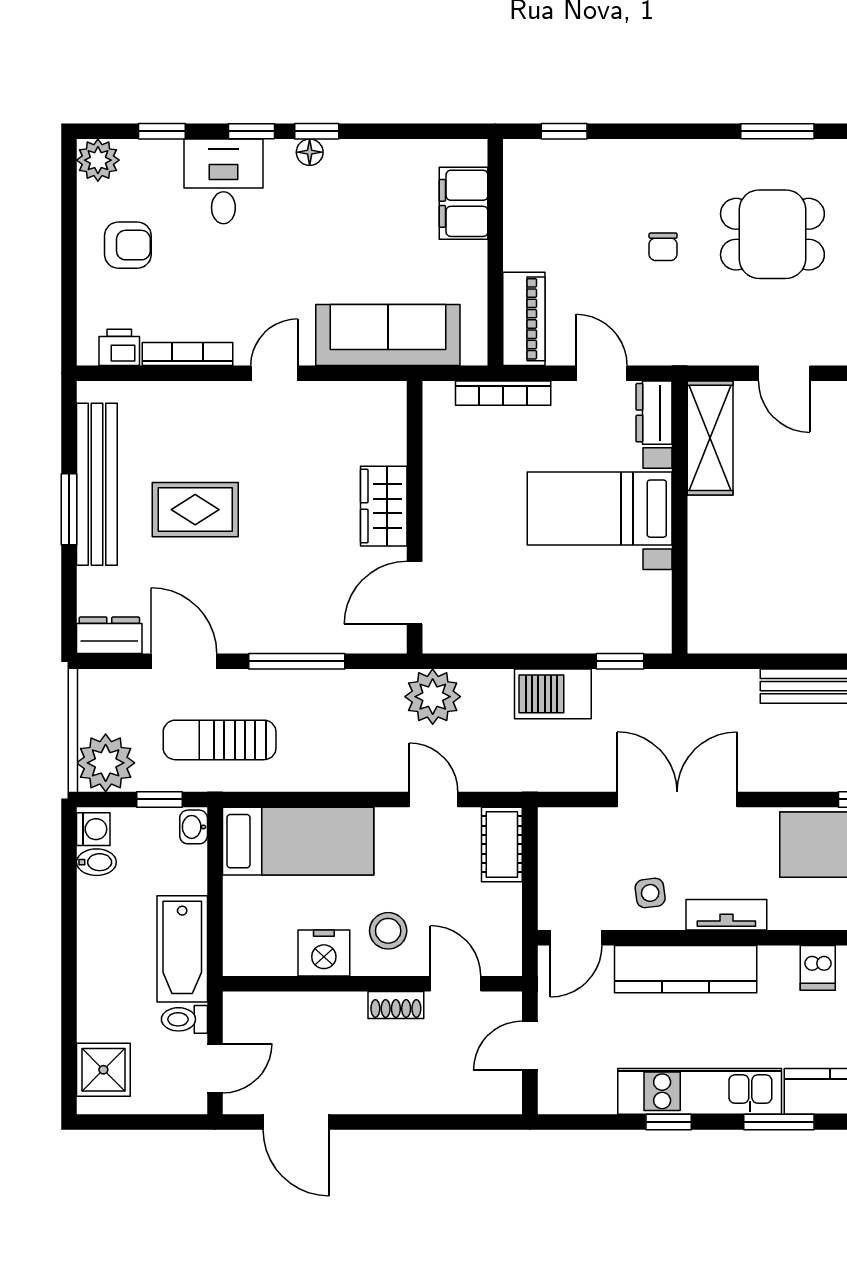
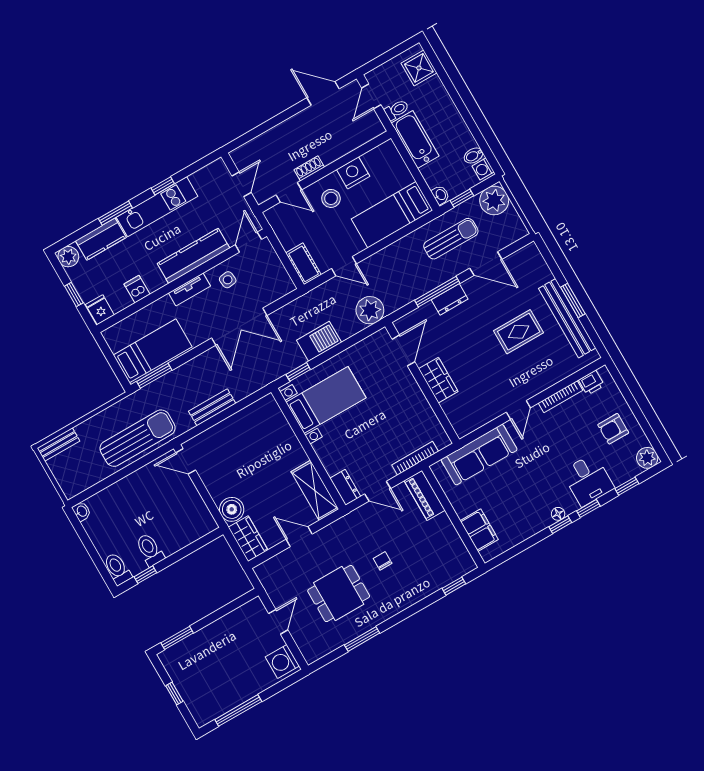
bed with nightstands: (600, 509) -> (326, 400), moved
dresser: (109, 635) -> (450, 299), moved

